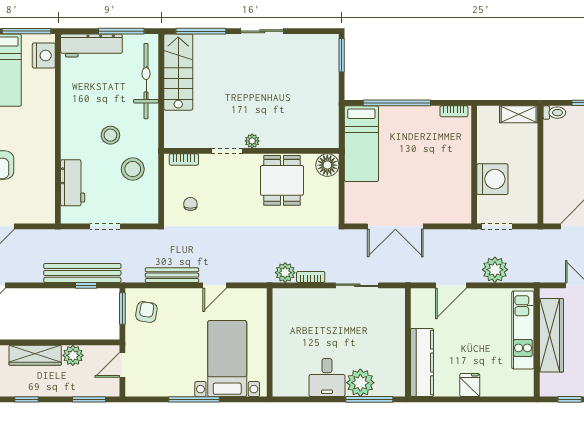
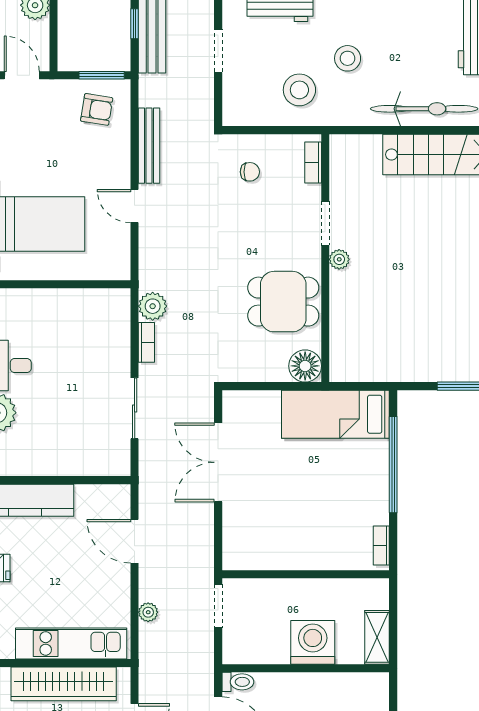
toilet: (554, 113) -> (238, 682), moved, turned -90
washing machine: (492, 179) -> (313, 642), moved, turned 180
plant: (495, 270) -> (148, 612), width x0.53, depth x0.53

